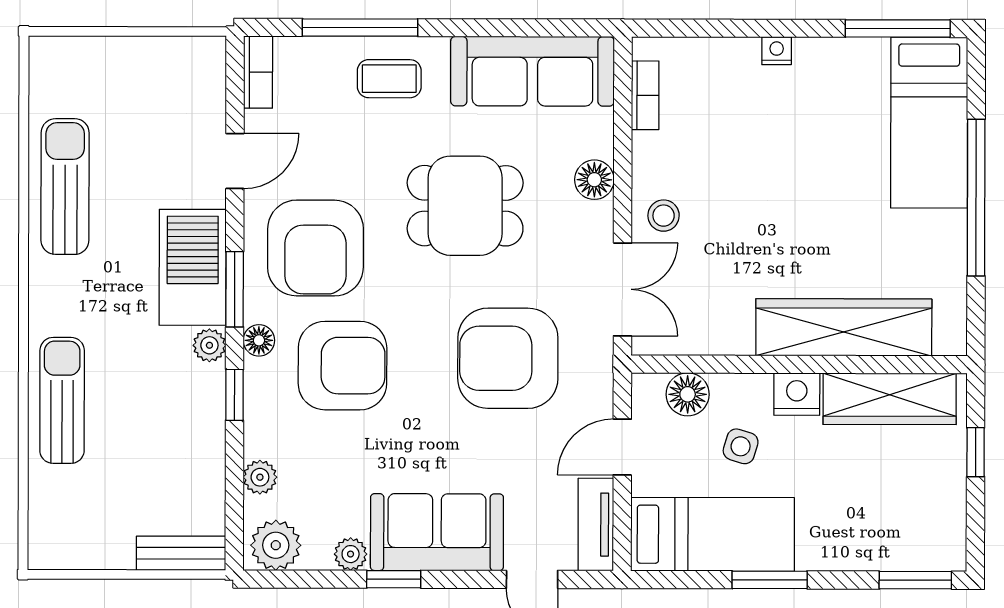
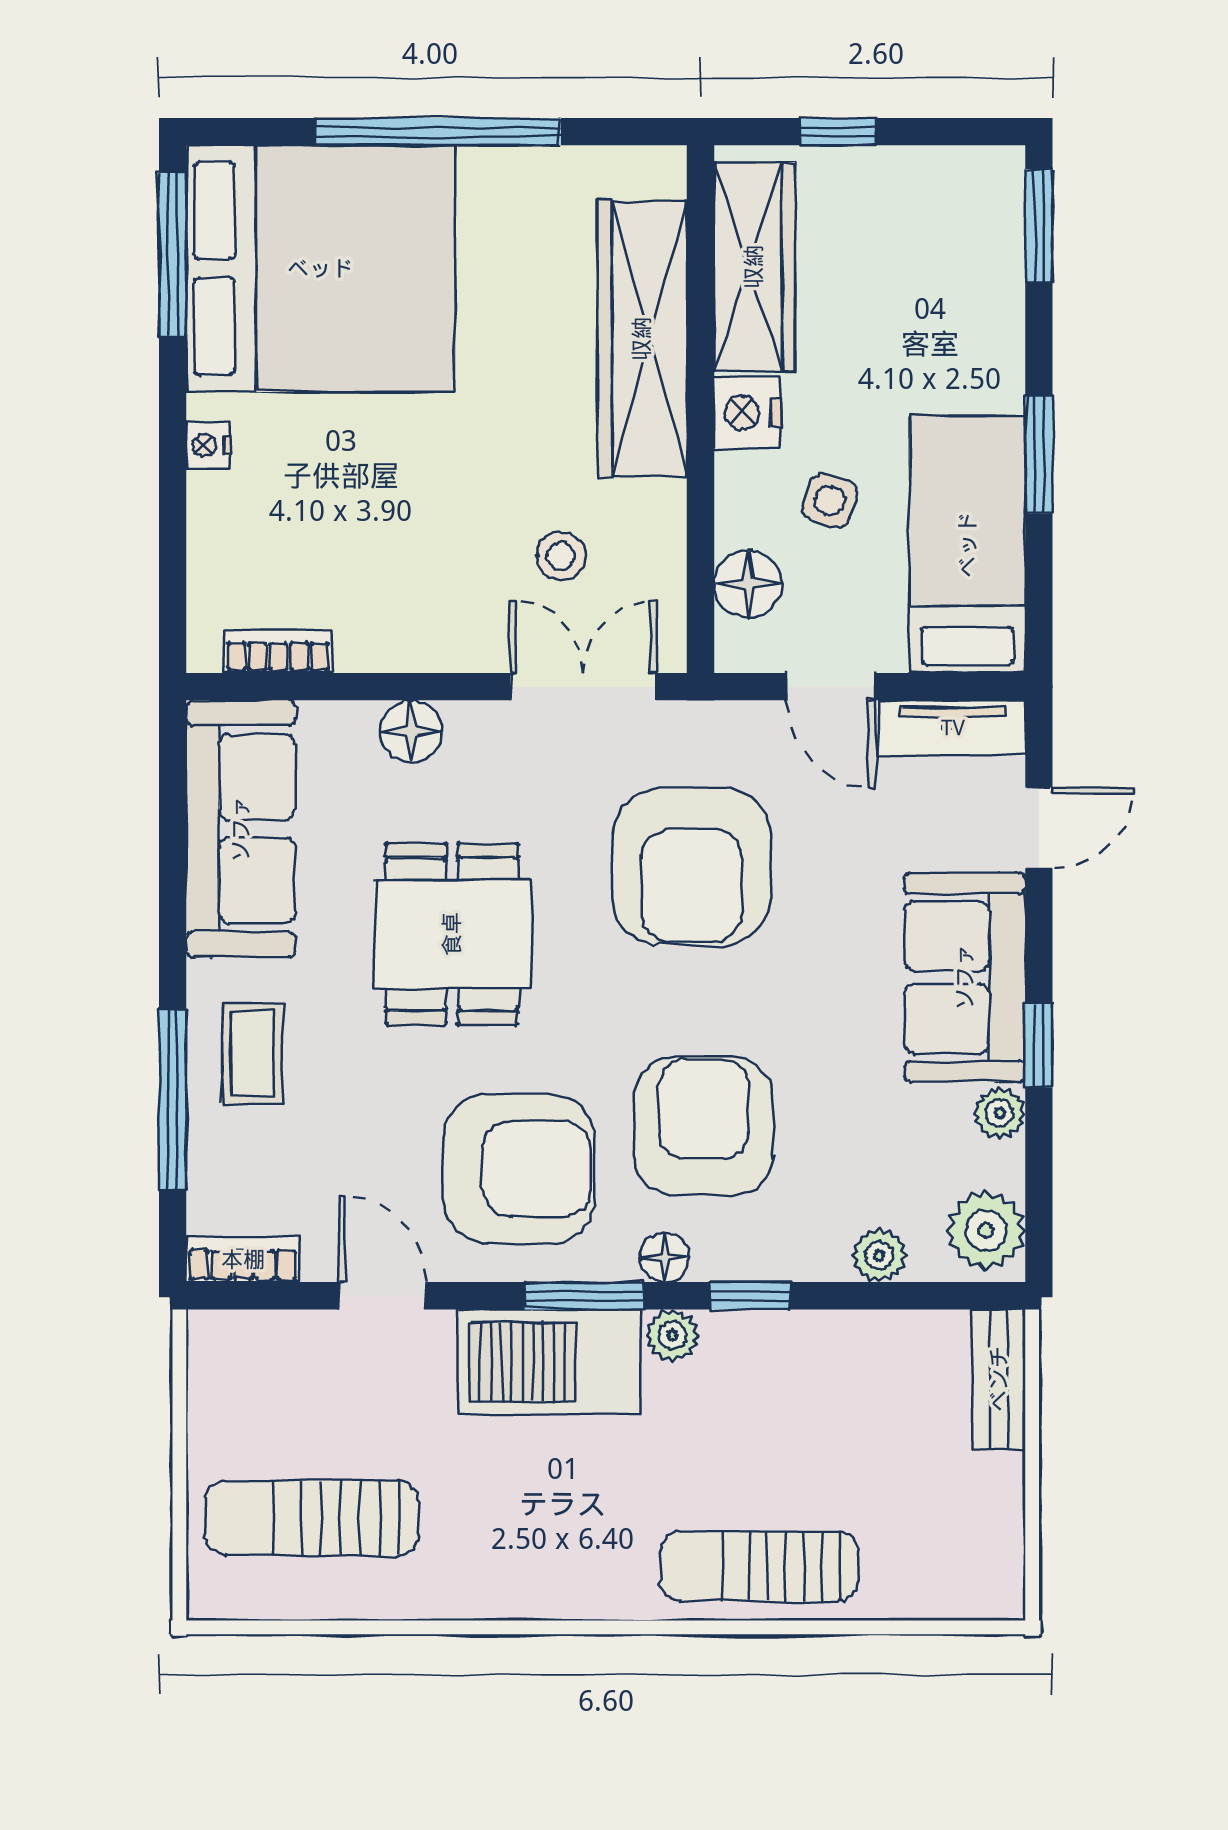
bed: (929, 123) -> (320, 269), width x2.04
sun lounger: (65, 187) -> (312, 1518), moved
stool: (664, 216) -> (561, 556), moved

